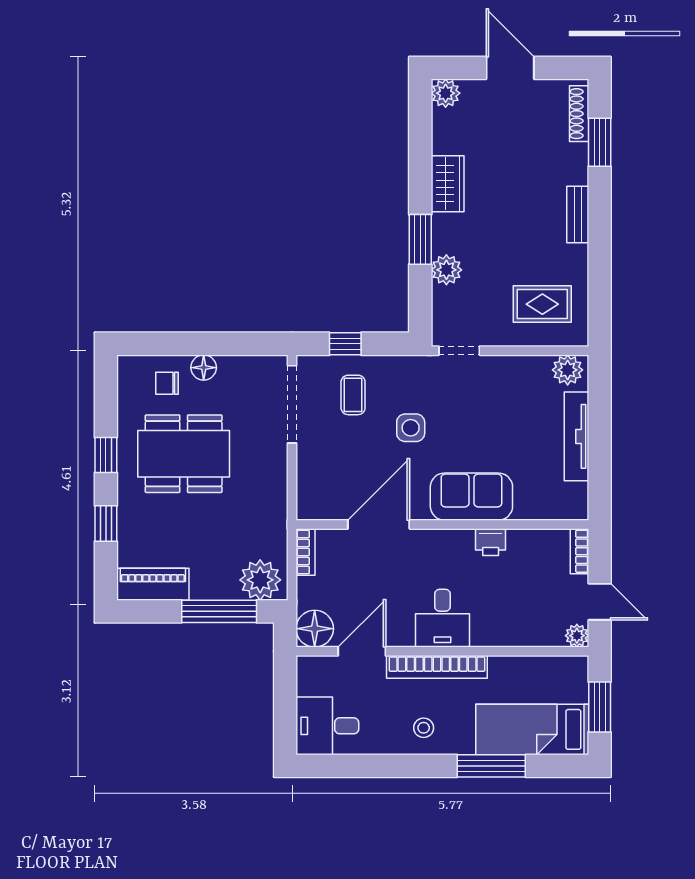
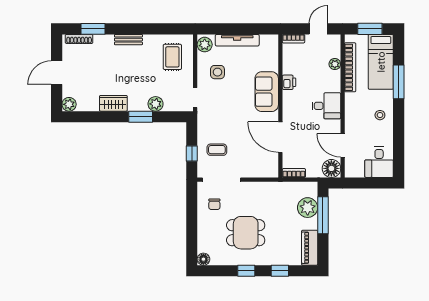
floor lamp: (204, 368) -> (203, 259), moved
chair: (167, 383) -> (214, 204), moved
side table: (411, 428) -> (217, 72), moved
dining table: (184, 454) -> (246, 233), width x0.73
plant: (260, 580) -> (308, 208), moved
plant: (577, 636) -> (335, 64), moved
bookcase: (437, 667) -> (350, 67), moved

